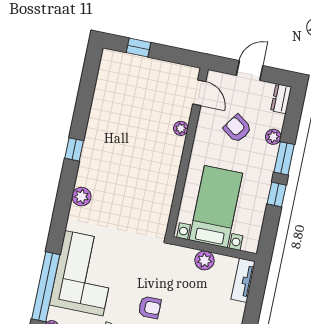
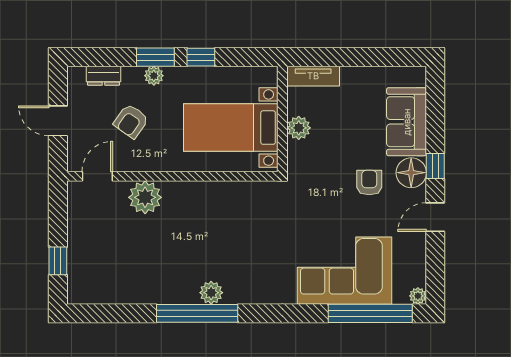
dresser: (281, 99) -> (103, 76), moved
plant: (181, 128) -> (145, 197), width x1.87, depth x1.87
plant: (273, 137) -> (154, 76), moved
window: (74, 149) -> (197, 313), width x3.17
plant: (81, 197) -> (211, 293), moved

